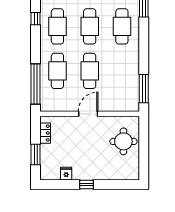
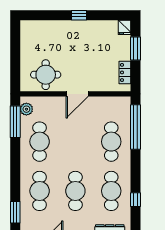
cafe table: (90, 71) -> (40, 142), moved
plant: (134, 100) -> (26, 109), added
round table: (123, 141) -> (46, 75), moved
fridge: (66, 174) -> (125, 27), moved

